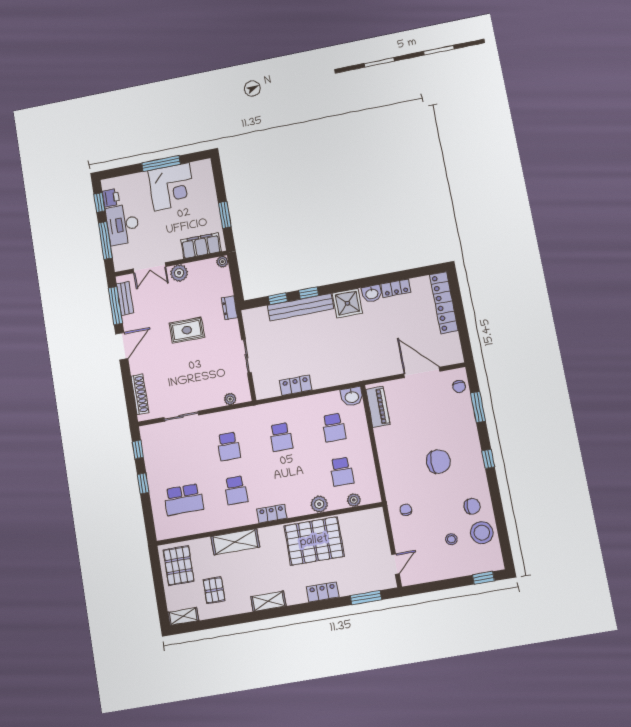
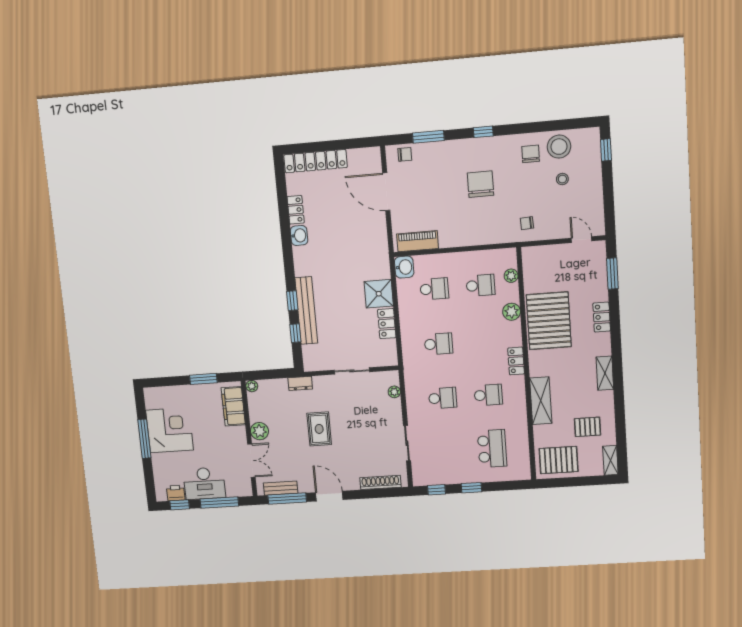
shower: (347, 303) -> (379, 294), moved
door: (422, 372) -> (386, 192), hinge flipped

